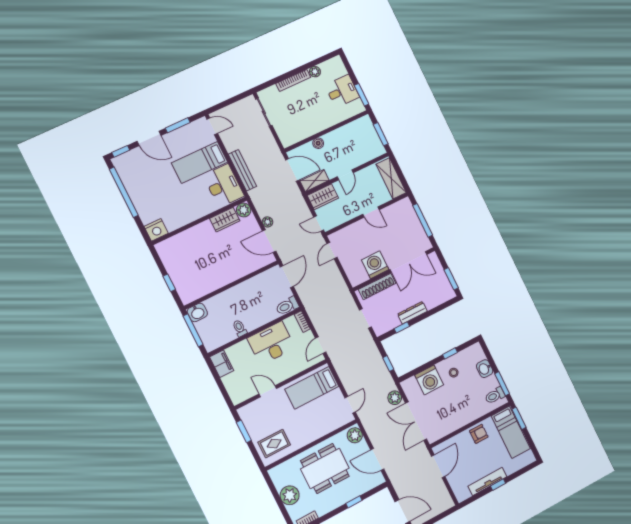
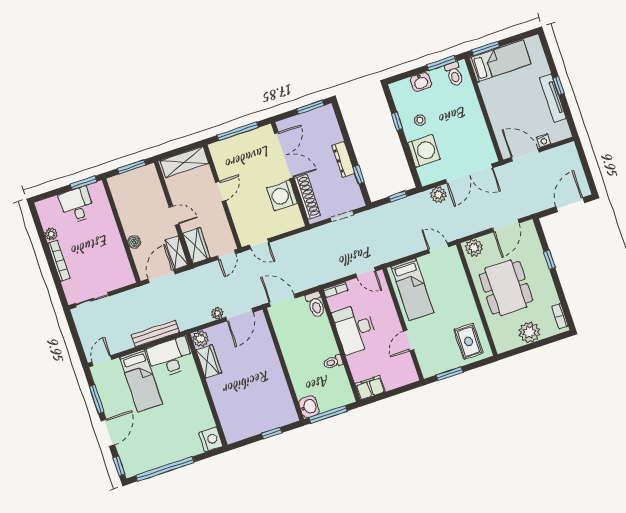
armchair: (479, 434) -> (496, 100), removed
nightstand: (452, 480) -> (544, 140), added

